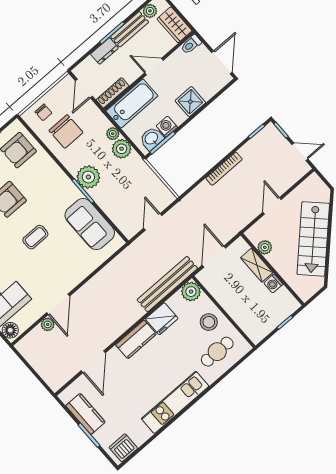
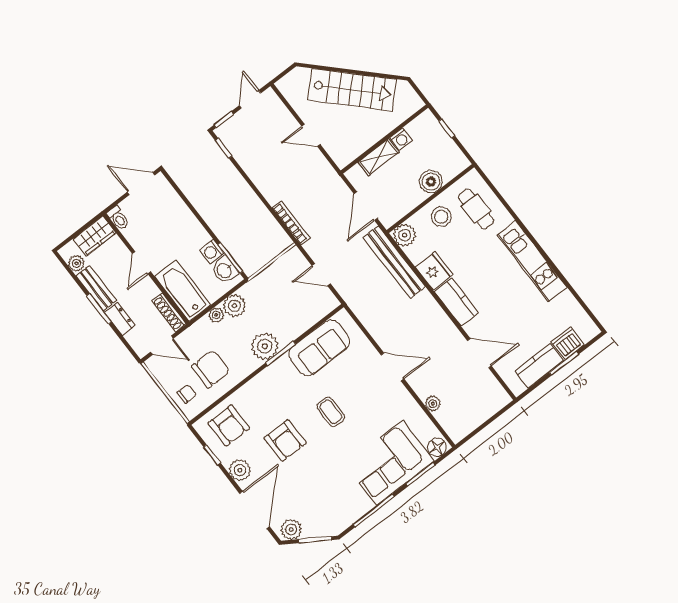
shower: (190, 102) -> (184, 223), removed
bookcase: (224, 169) -> (291, 223), moved
plant: (265, 247) -> (358, 147), removed
door: (214, 257) -> (366, 206), hinge flipped
door: (58, 304) -> (392, 367), moved
boiler: (238, 311) -> (431, 182), added
dishwasher: (123, 448) -> (568, 343), moved, turned 90

